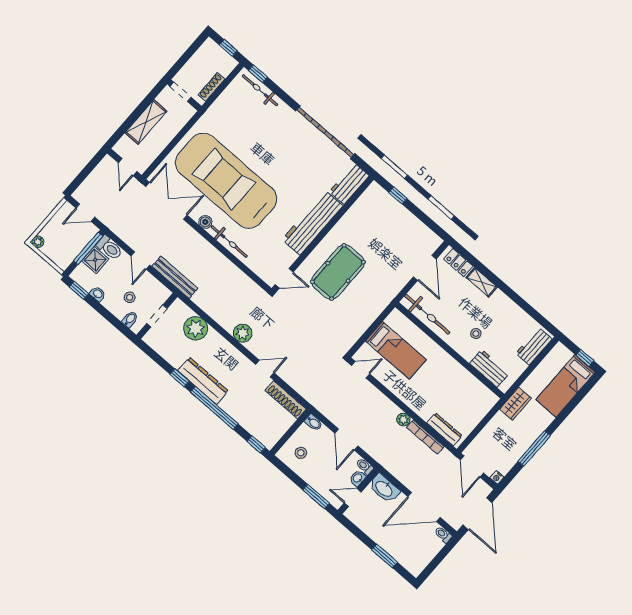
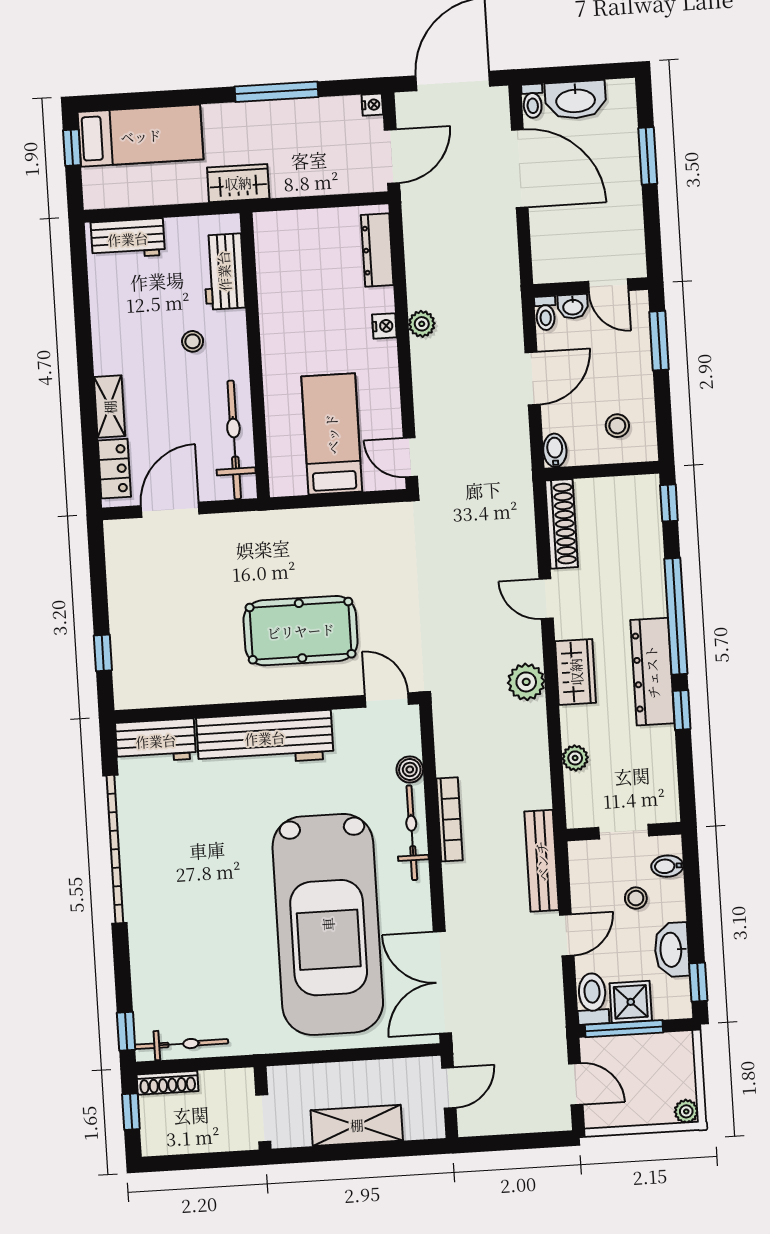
shoe rack: (212, 87) -> (168, 1083), moved
bicycle: (260, 90) -> (181, 1044), moved, turned -90
boiler: (205, 222) -> (410, 769), moved
washbasin: (98, 294) -> (672, 950), width x1.91, depth x1.45
plant: (196, 328) -> (575, 758), width x0.53, depth x0.53
wardrobe: (229, 354) -> (576, 672), added
nightstand: (415, 406) -> (384, 326), added
bookcase: (425, 437) -> (450, 819), moved
washbasin: (384, 488) -> (575, 100), moved, turned 90

